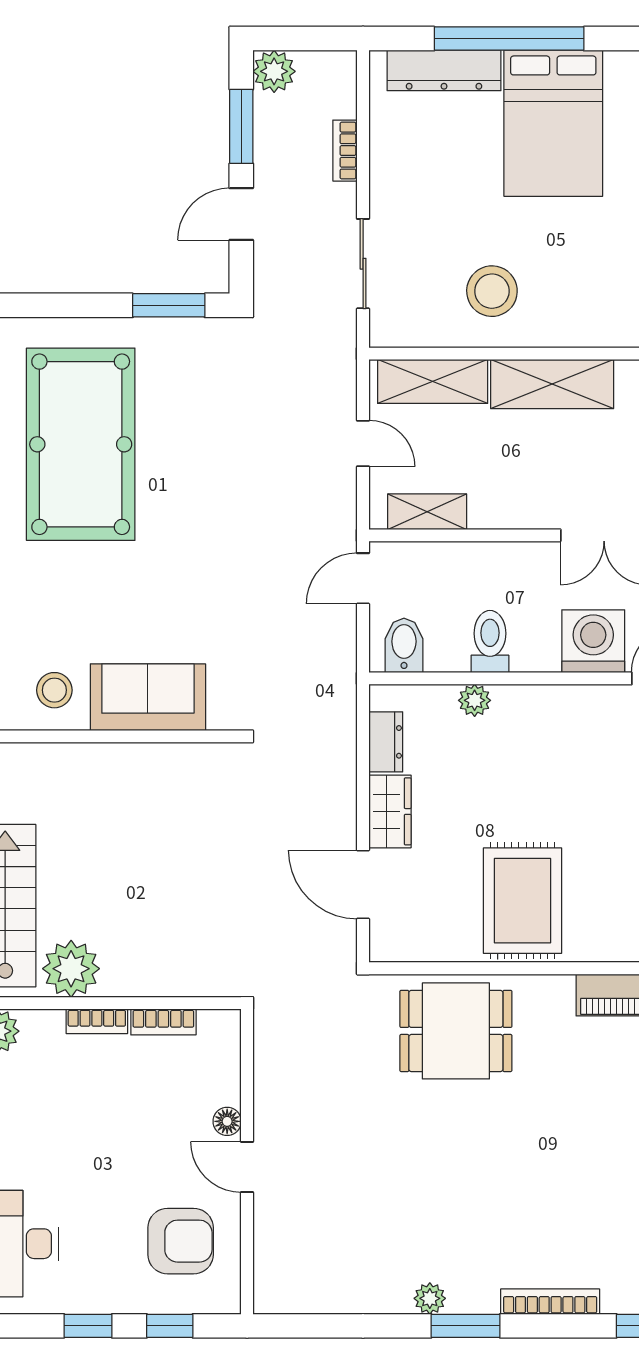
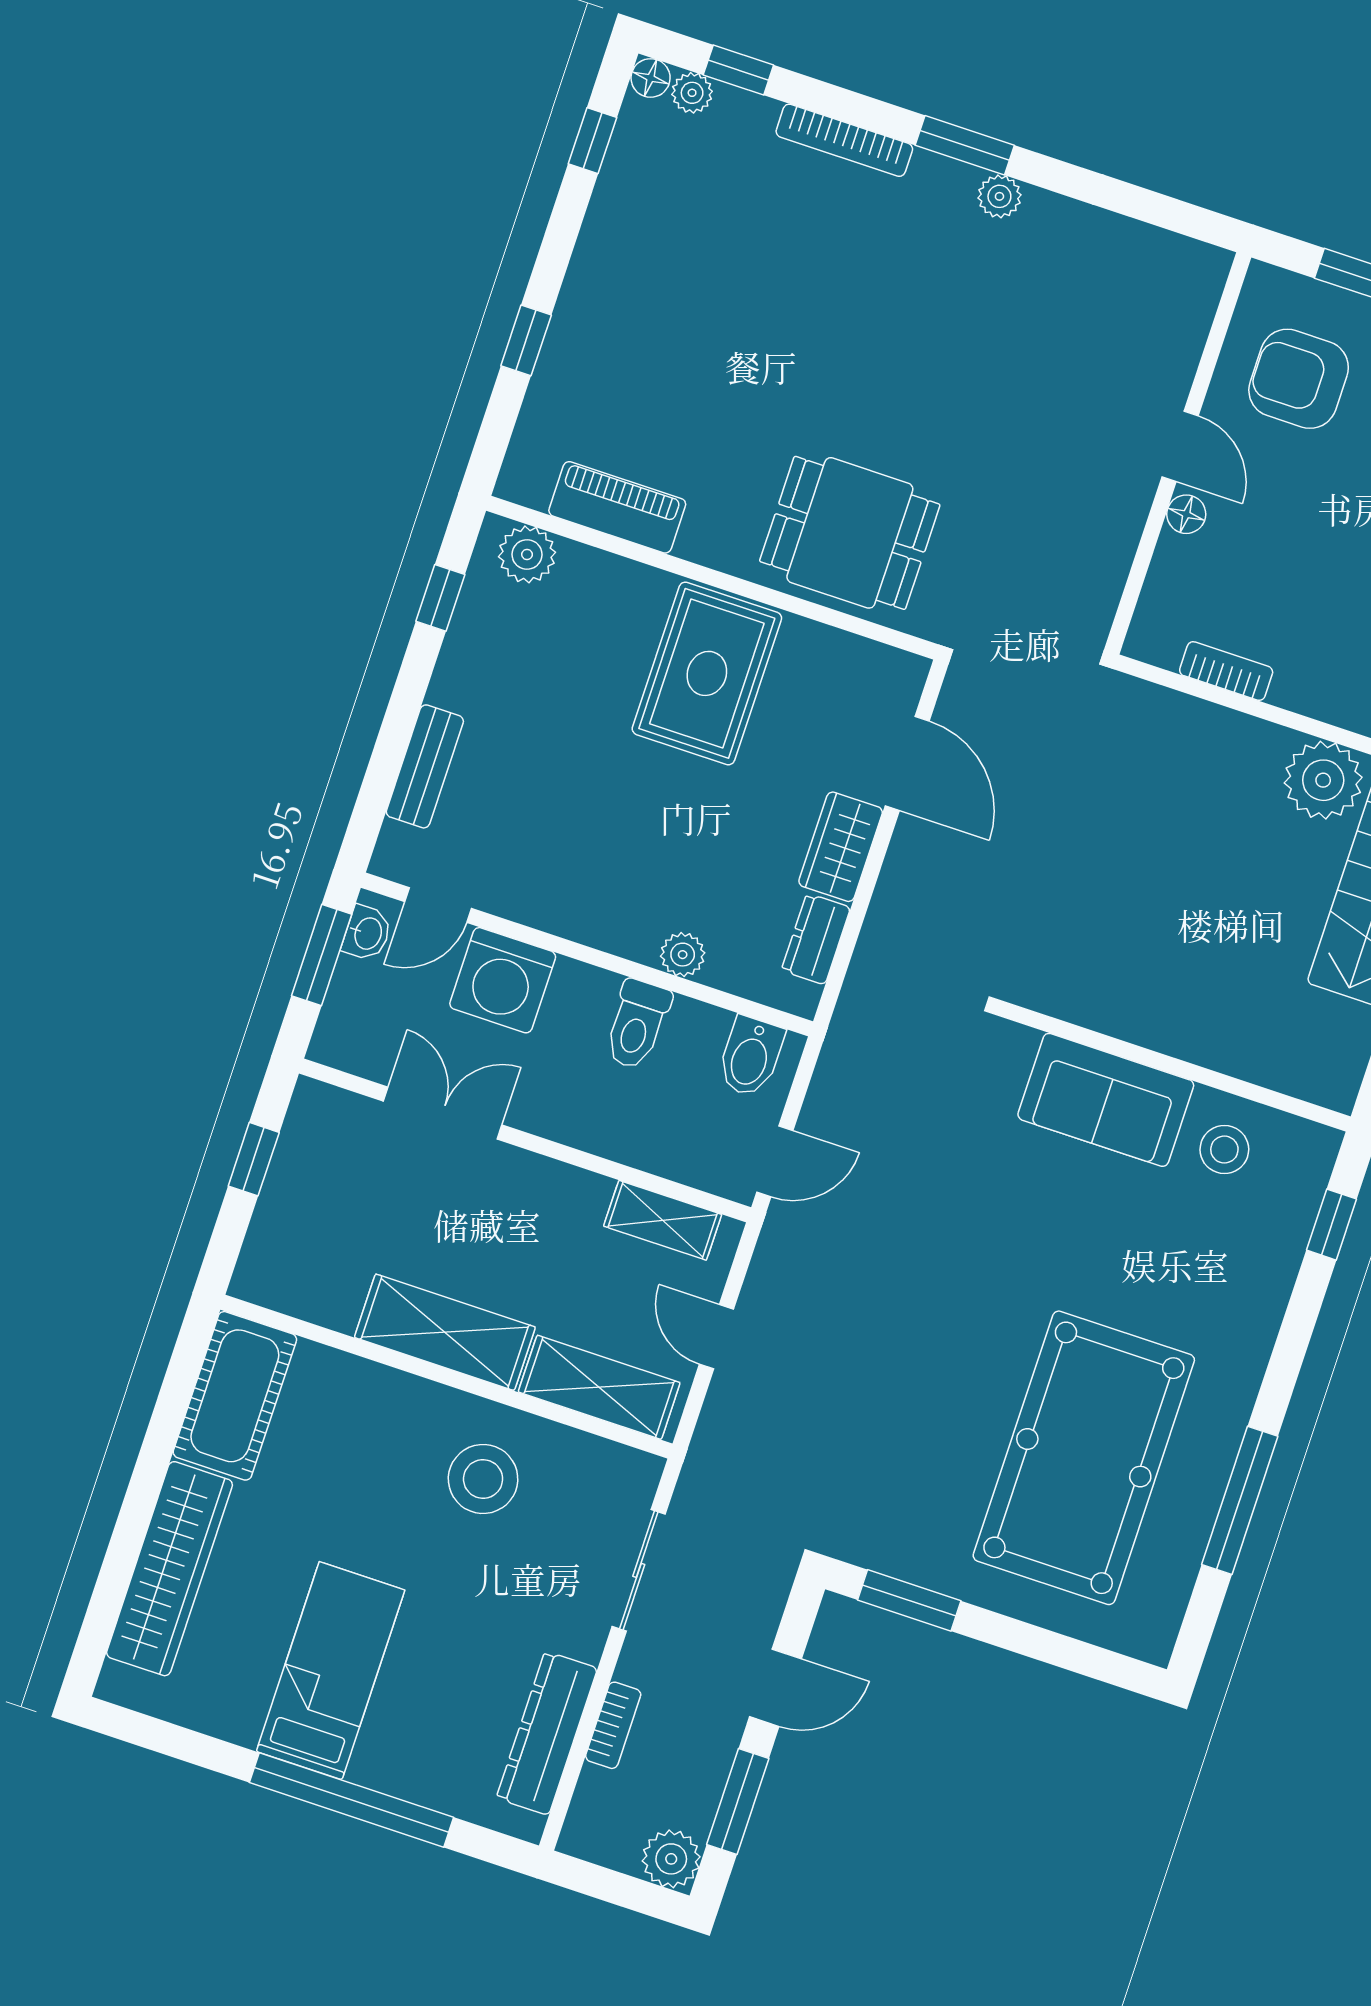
dresser: (444, 70) -> (547, 1733), moved, turned -90
bed: (553, 123) -> (331, 1671), width x0.67
bookcase: (97, 1021) -> (1312, 701), removed

